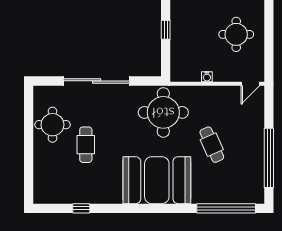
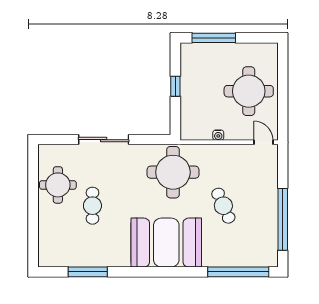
round table: (236, 34) -> (249, 91), width x1.36, depth x1.36
sliding door: (97, 81) -> (104, 140), width x0.73
door: (250, 84) -> (263, 142), swing flipped
window: (81, 208) -> (88, 272), width x2.17

